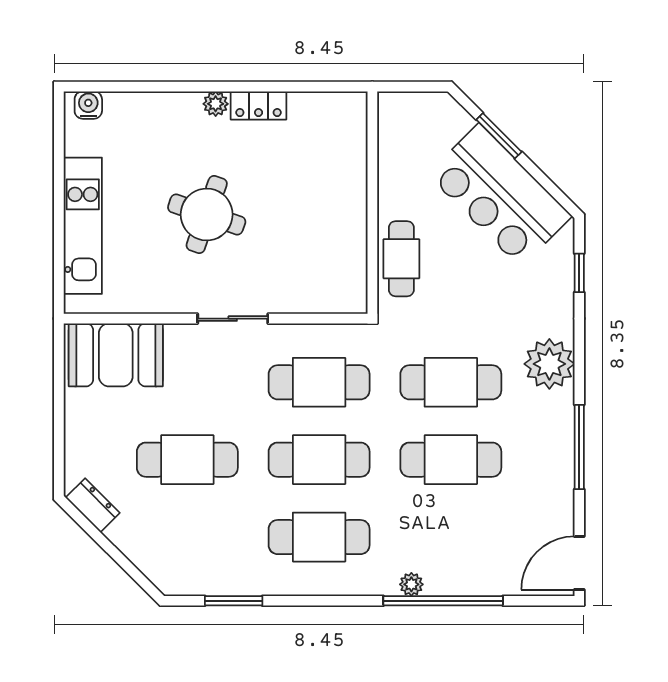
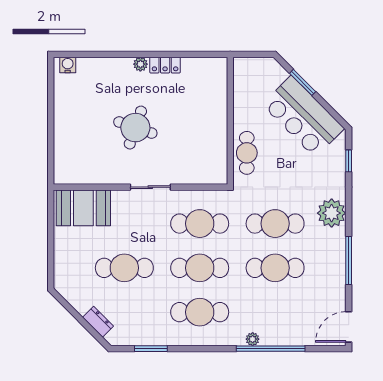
kitchen unit: (83, 226) -> (64, 134), removed
dresser: (93, 505) -> (98, 322), moved

